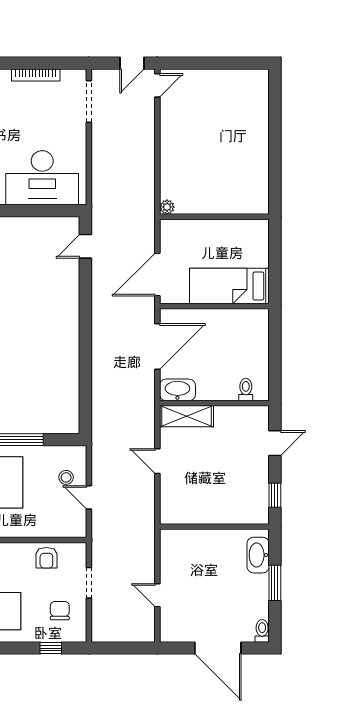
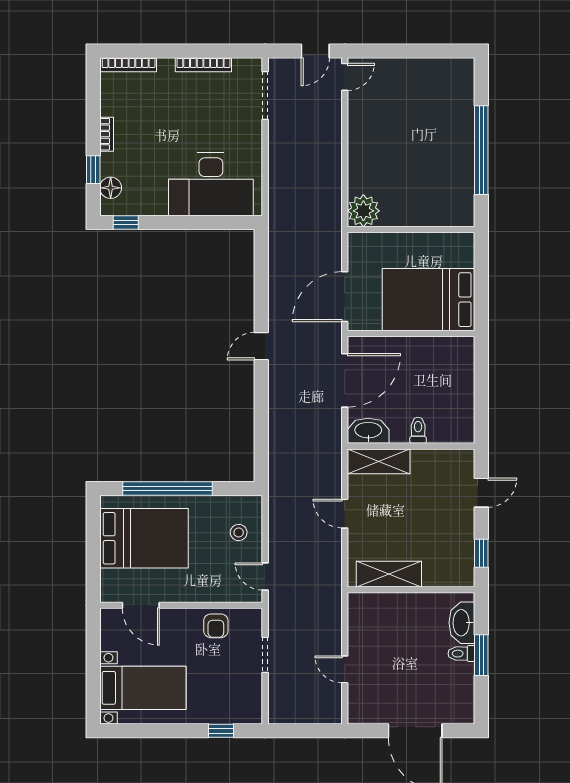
window: (275, 148) -> (481, 150), added
plant: (167, 207) -> (363, 211), width x1.88, depth x1.88
door: (85, 246) -> (261, 346), moved
bed: (229, 286) -> (429, 300), width x1.50
toilet: (246, 390) -> (418, 430), moved
door: (89, 497) -> (265, 577), moved
shelving: (195, 513) -> (389, 574), added
chair: (60, 611) -> (231, 687), removed
toilet: (262, 631) -> (461, 654), moved, turned -90

